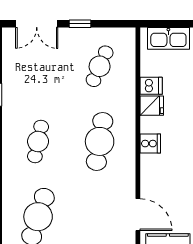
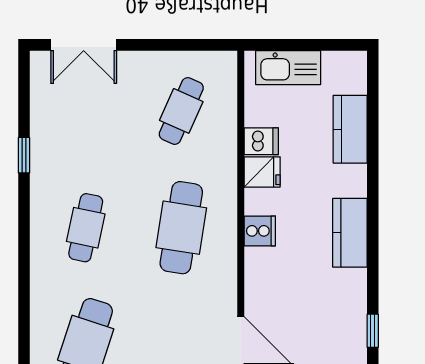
window: (80, 24) -> (151, 45), removed

